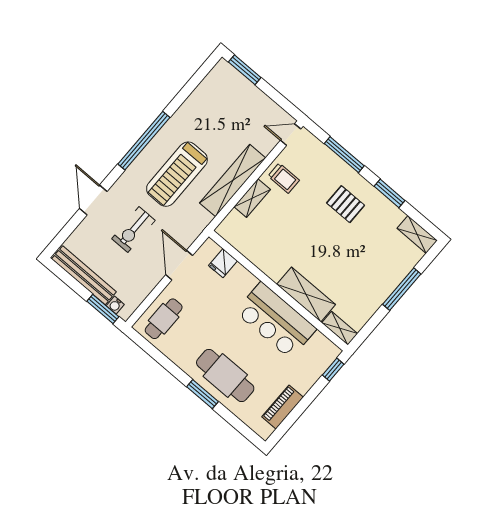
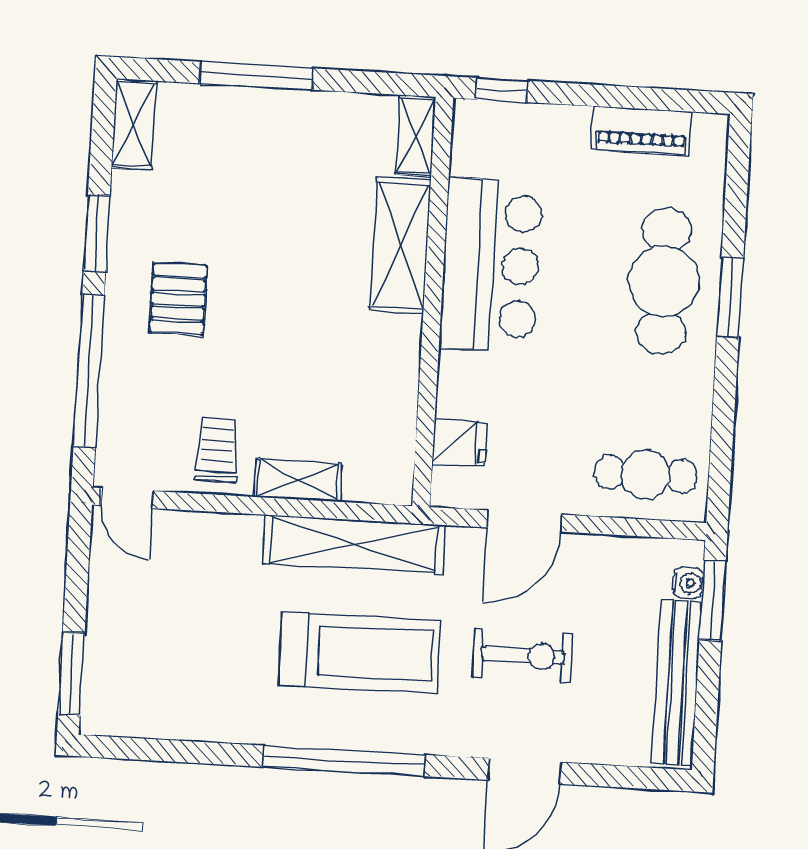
window: (344, 155) -> (89, 371), width x1.46
shelving: (233, 180) -> (354, 544), moved

